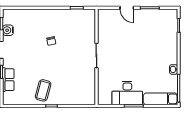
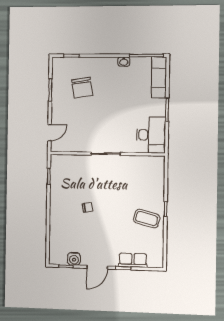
door: (127, 8) -> (50, 133), moved
chair: (152, 35) -> (82, 88), added
desk: (127, 93) -> (151, 135), moved

